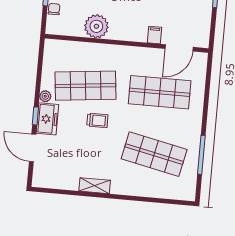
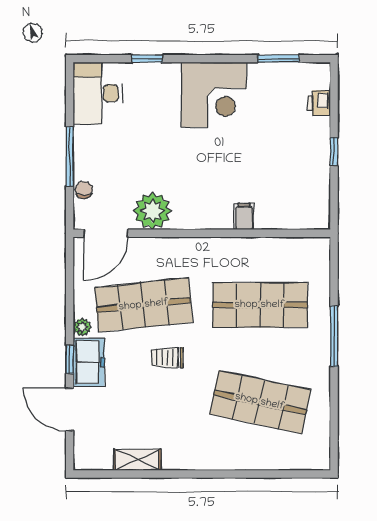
door: (179, 48) -> (106, 233), moved
trolley: (97, 120) -> (167, 358), turned 180
window: (201, 155) -> (334, 336), moved
shelving: (95, 186) -> (137, 460), moved

